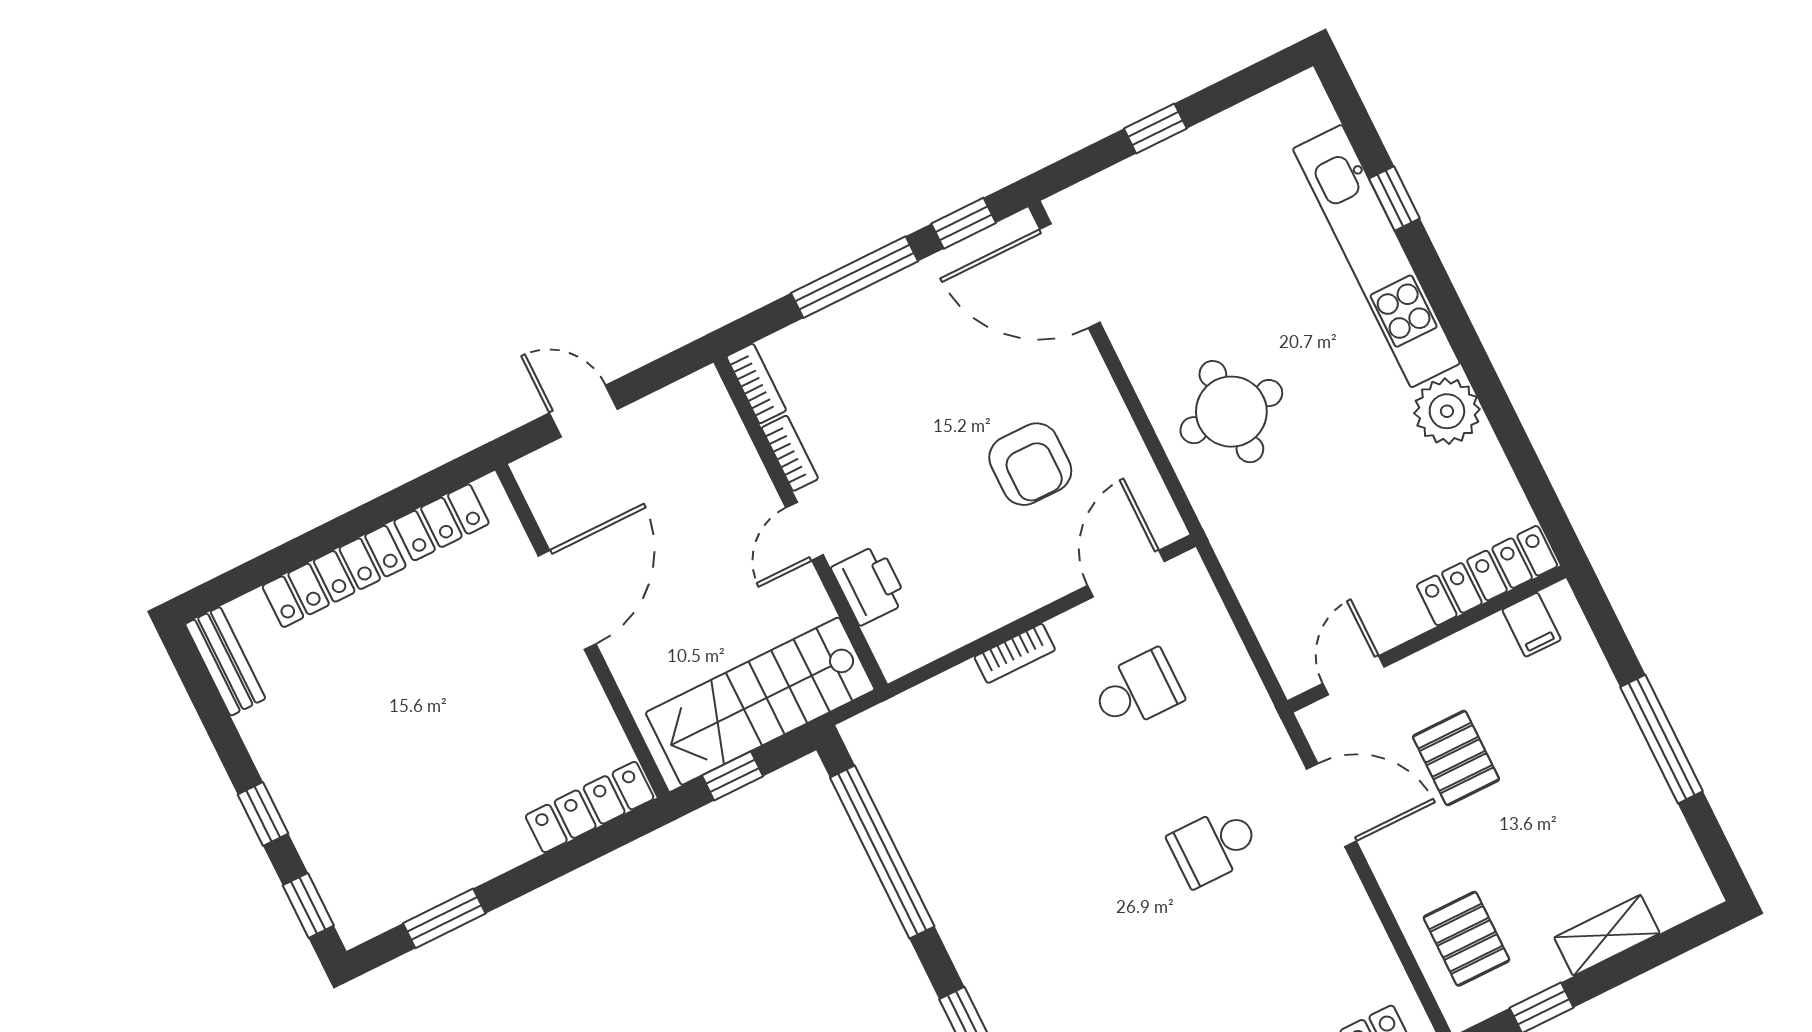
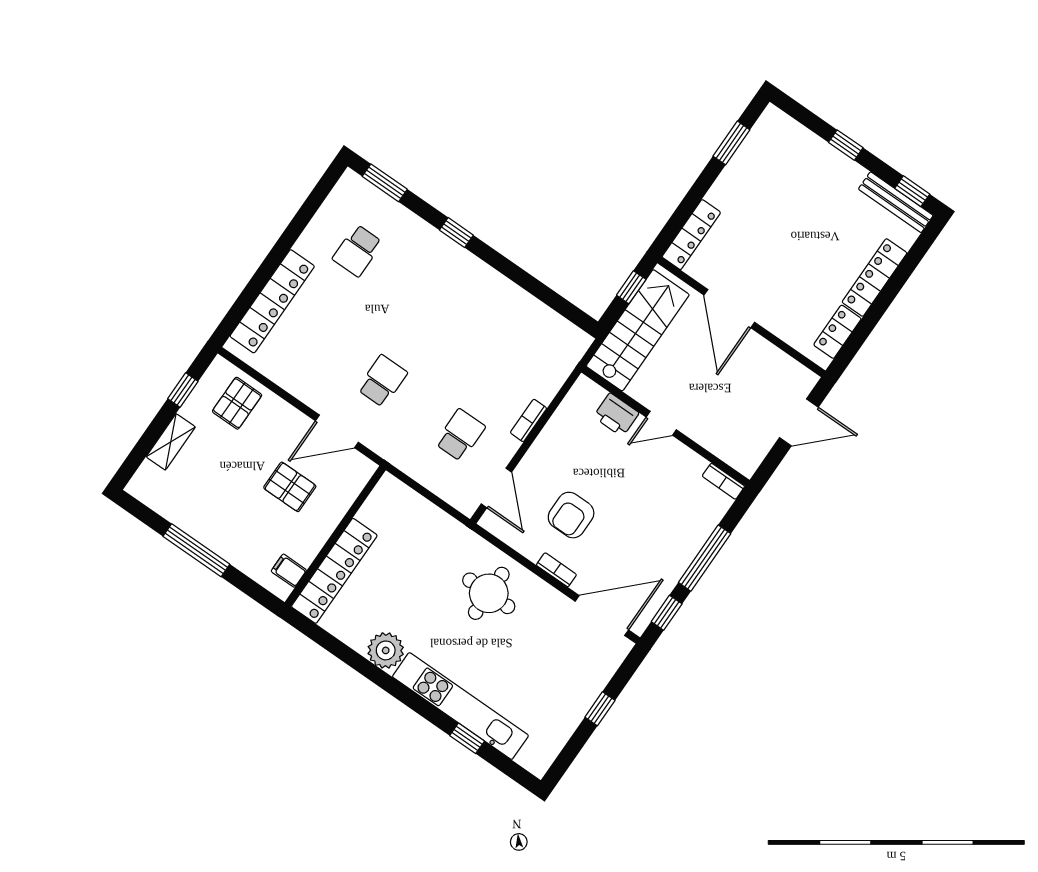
door: (583, 411) -> (799, 422), width x1.38
bookcase: (790, 453) -> (556, 570), moved, turned 180
armchair: (1030, 464) -> (571, 515), turned -90
door: (805, 531) -> (661, 423), swing flipped
locker: (1487, 576) -> (334, 571), width x1.41, depth x1.21
door: (567, 600) -> (729, 309), moved
bench: (225, 661) -> (896, 202), width x1.36
door: (1353, 675) -> (361, 499), removed
school desk: (1137, 690) -> (460, 435), turned 180
window: (882, 852) -> (539, 290), removed
window: (308, 905) -> (912, 191), moved
pallet: (1466, 939) -> (237, 403), turned 90

